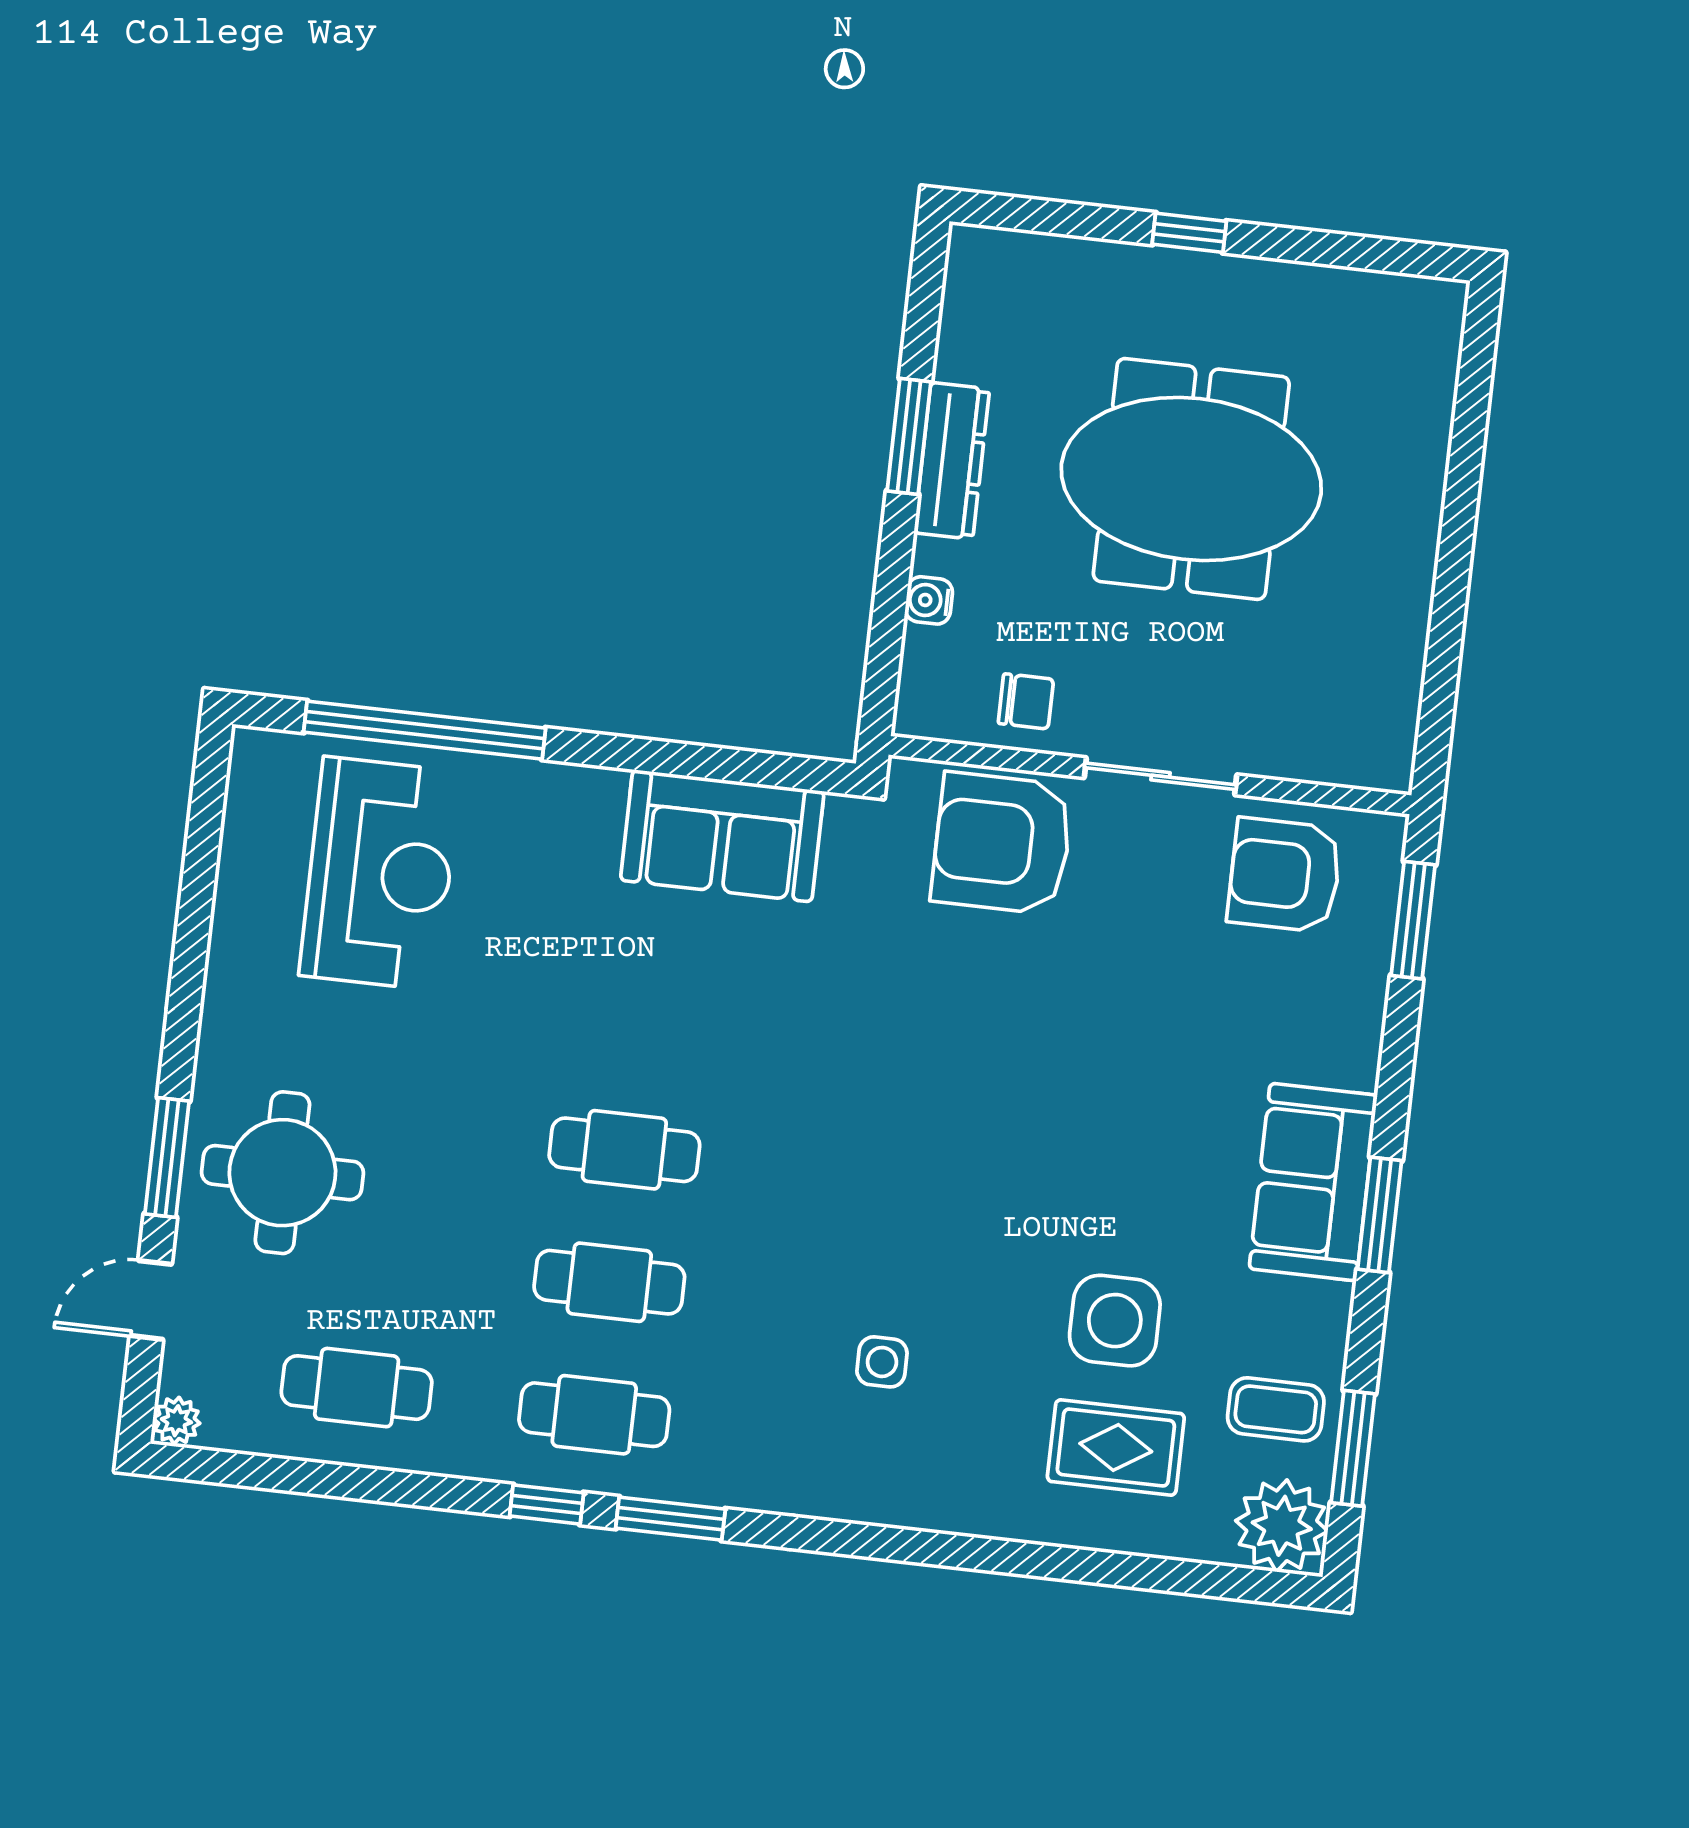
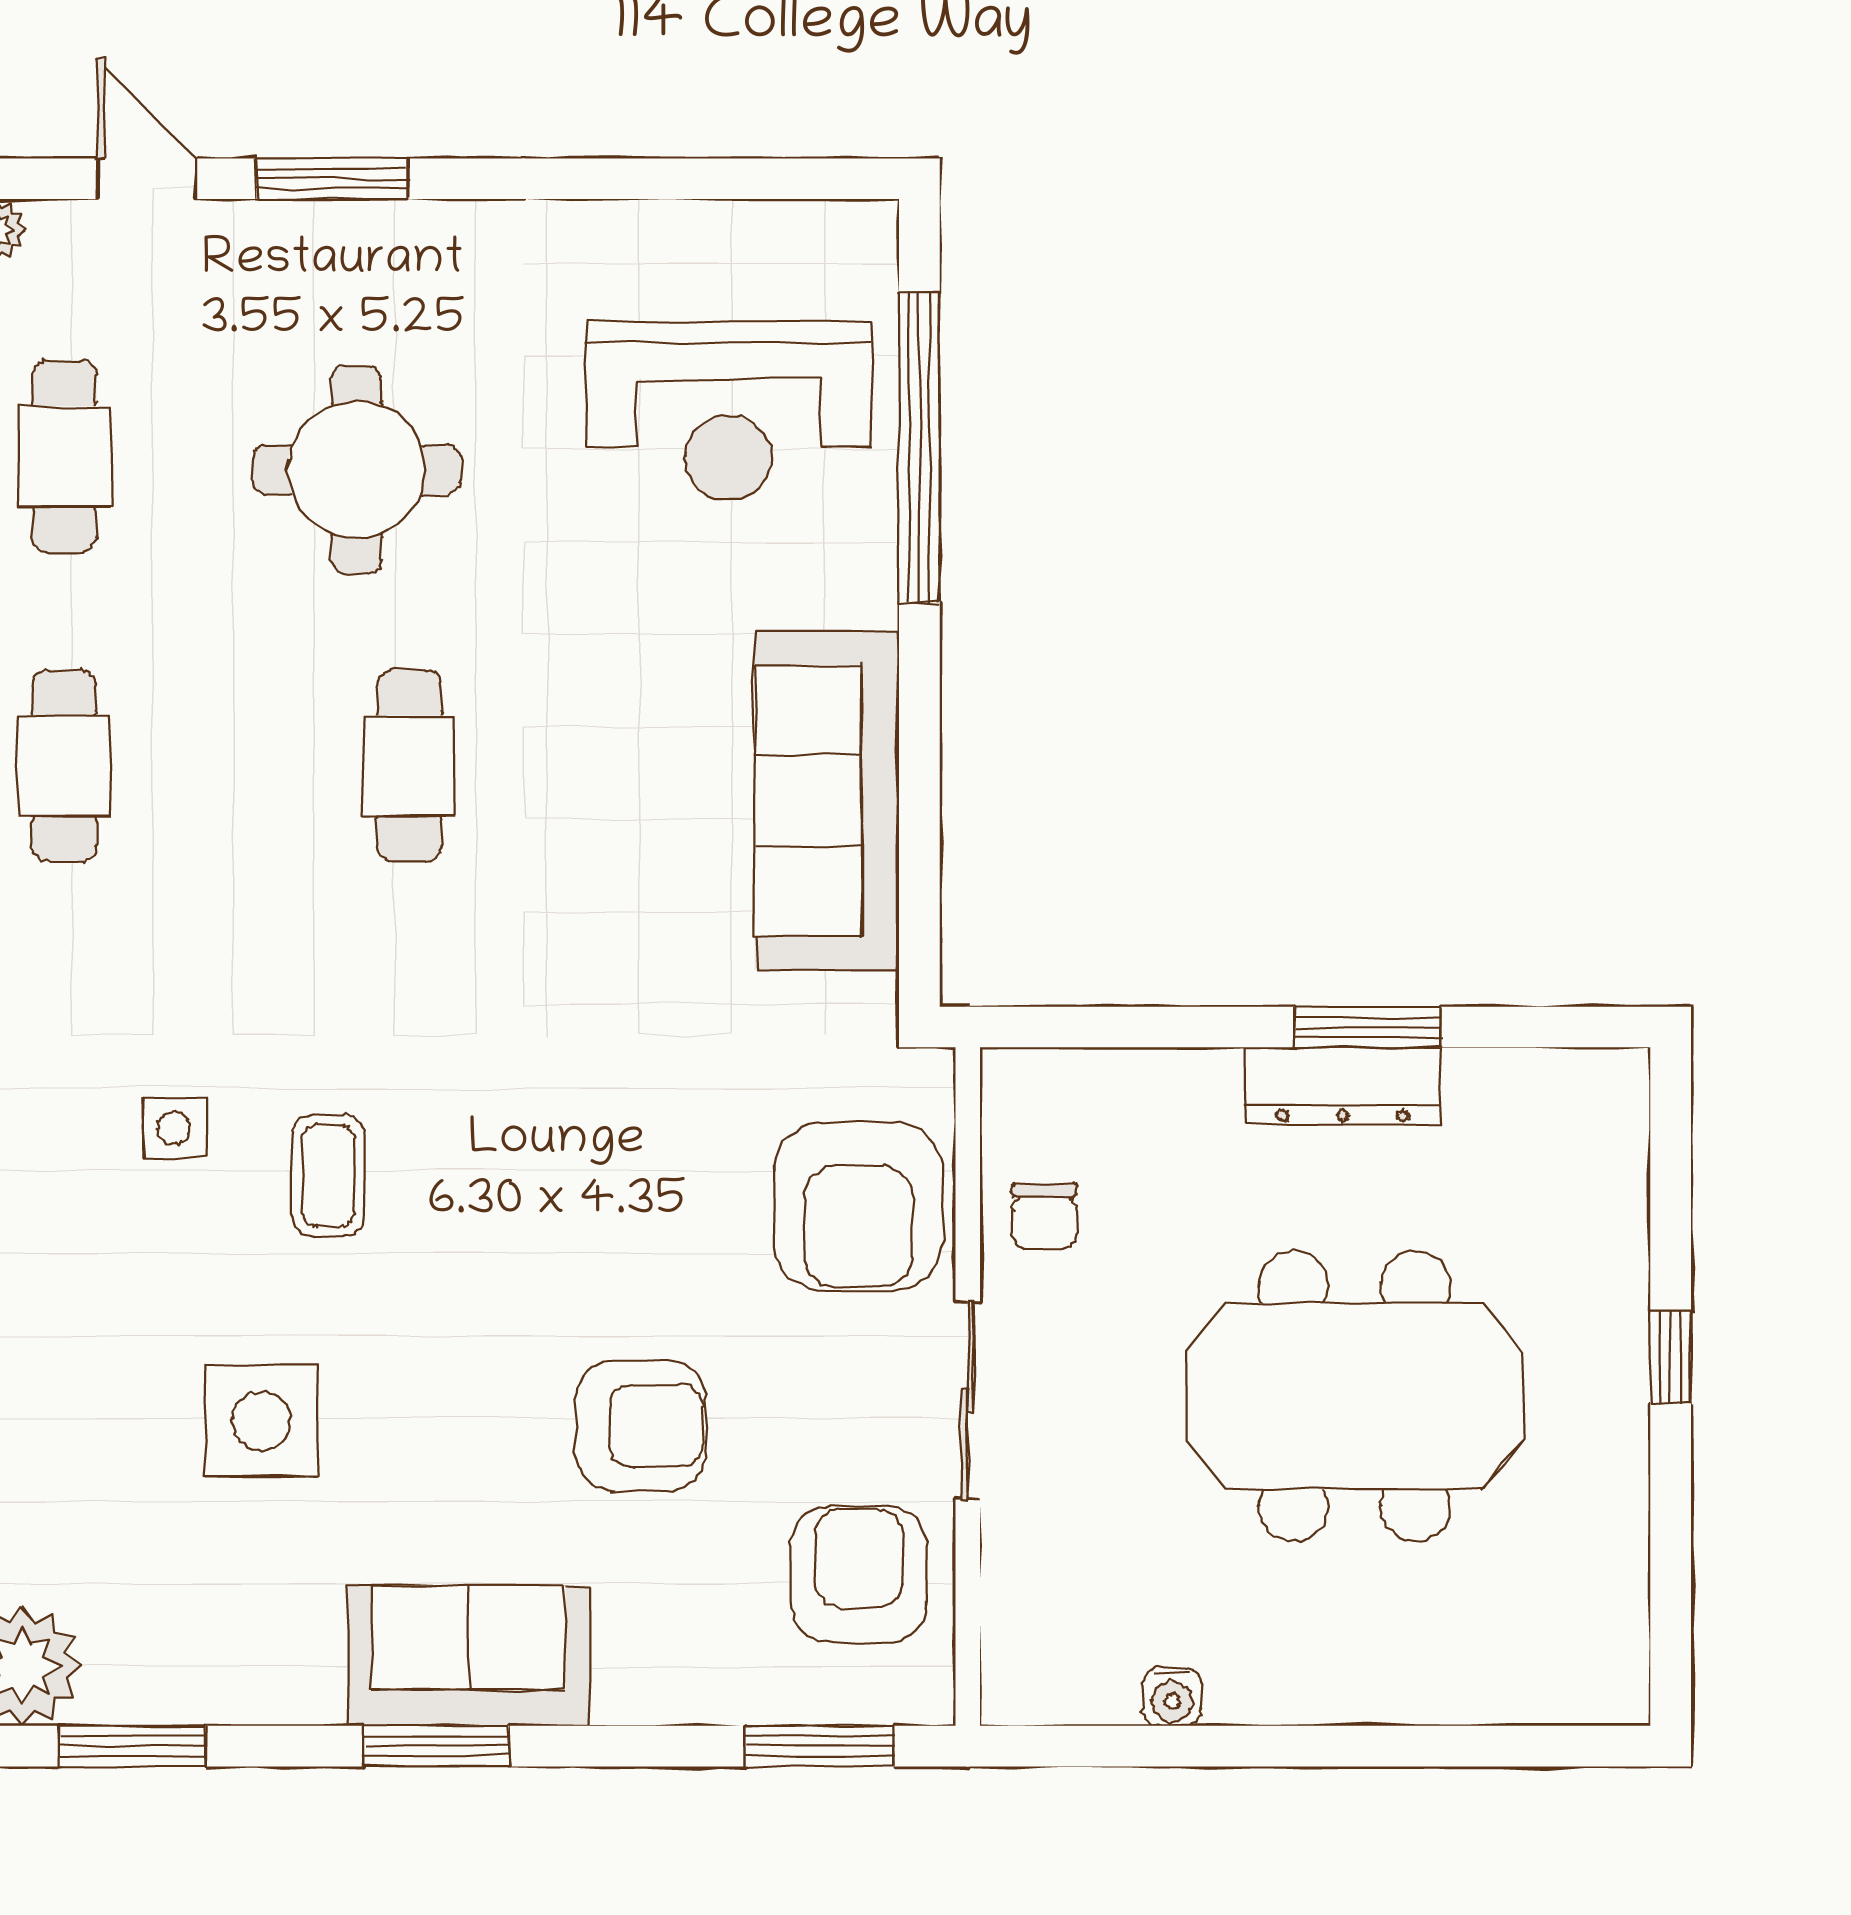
meeting table: (1191, 479) -> (1354, 1396), turned 90
water cooler: (929, 600) -> (1172, 1697), moved, turned 180
sofa: (722, 836) -> (827, 801), width x1.36
armchair: (1002, 843) -> (858, 1206), turned 180
armchair: (1152, 1030) -> (640, 1426), added
round table: (282, 1173) -> (356, 470), moved
cafe table: (609, 1282) -> (237, 766), removed
coffee table: (1276, 1409) -> (328, 1175), moved
rug: (1116, 1448) -> (98, 1441), removed

